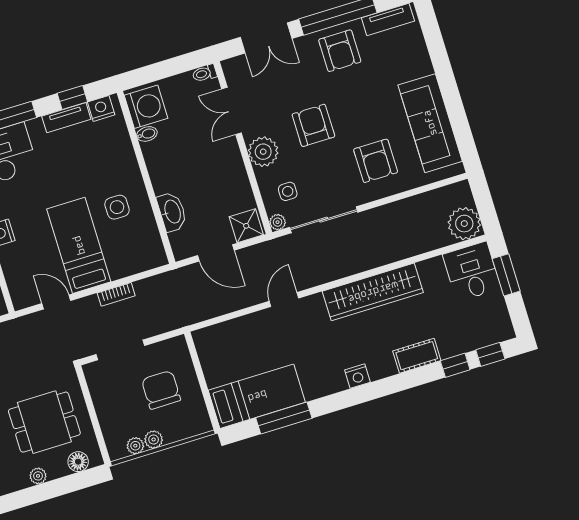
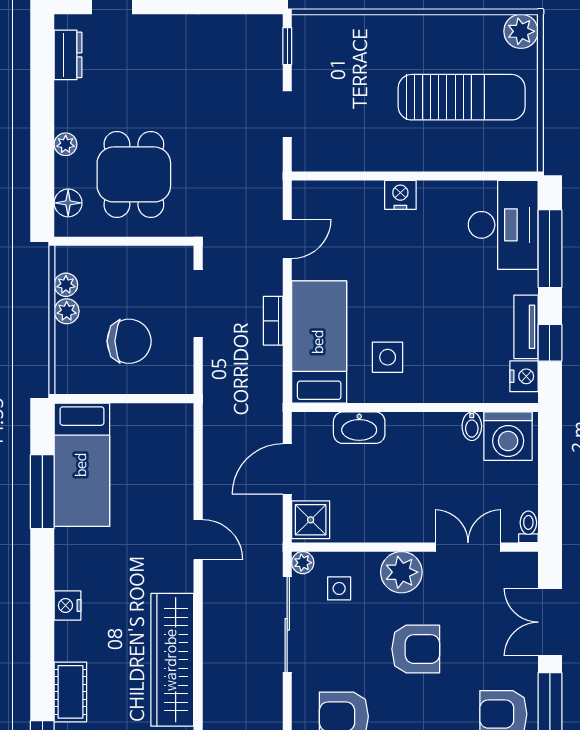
bed: (79, 245) -> (319, 342), moved, turned -90

